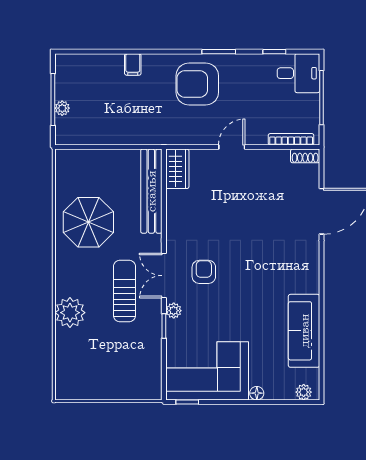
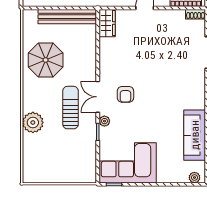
bench: (151, 191) -> (67, 17), moved, turned 90
armchair: (204, 272) -> (125, 94), turned 180
floor lamp: (257, 393) -> (162, 178), removed

